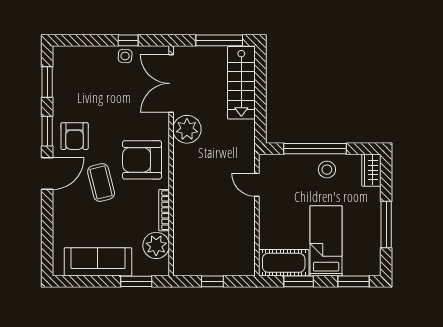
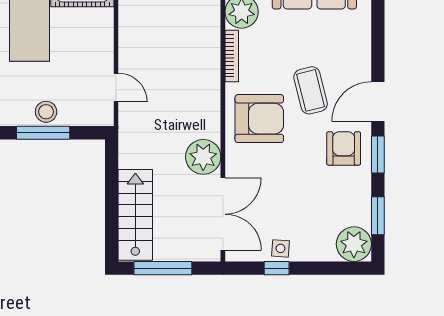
plant: (66, 59) -> (354, 244), added
window: (315, 149) -> (43, 133), width x0.68
stool: (327, 170) -> (46, 112), moved

